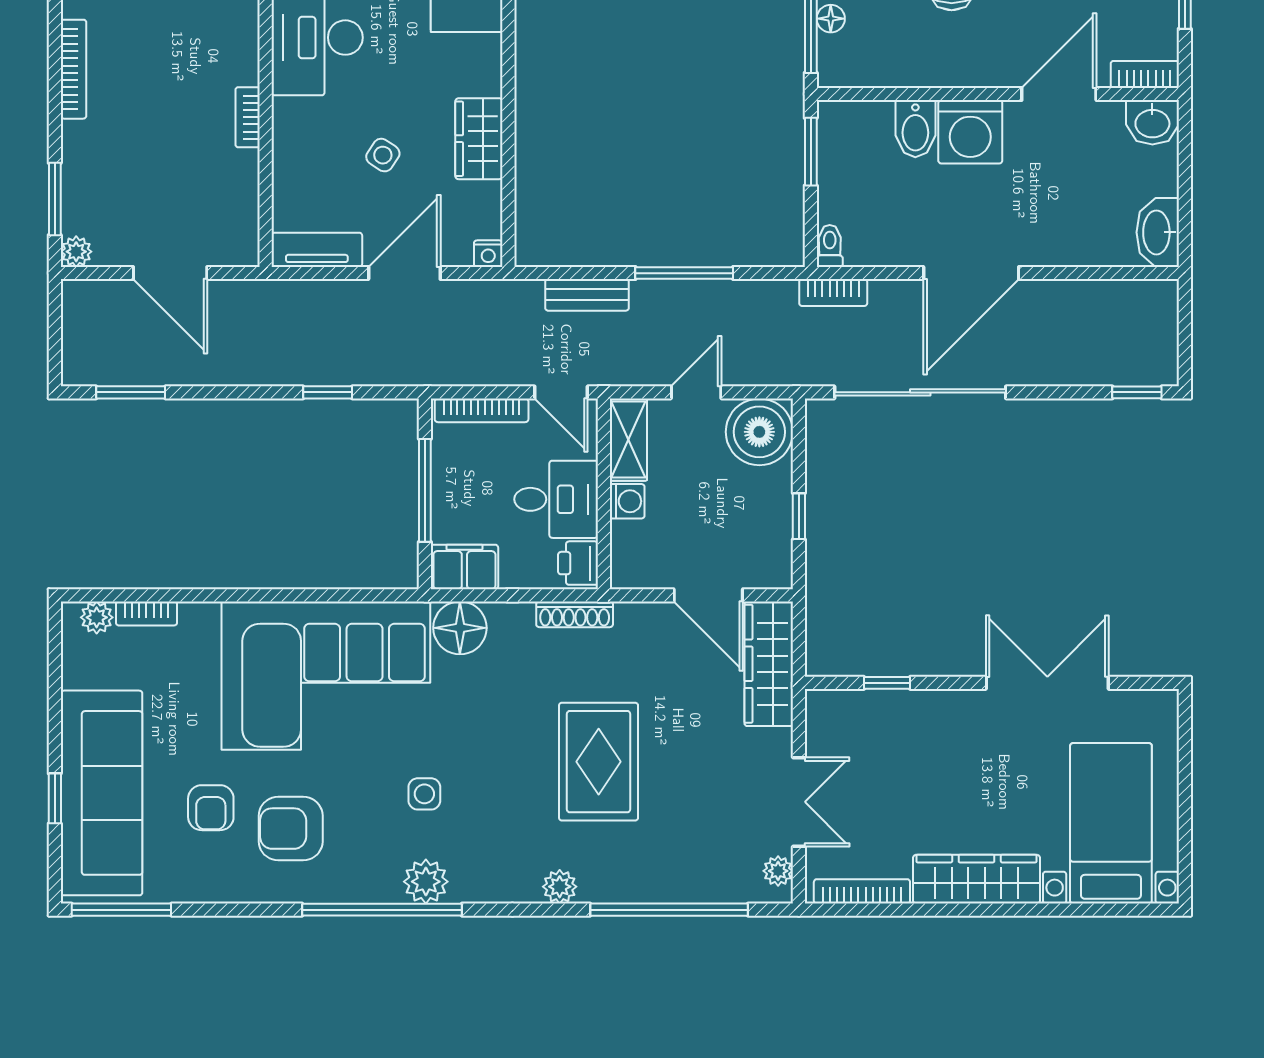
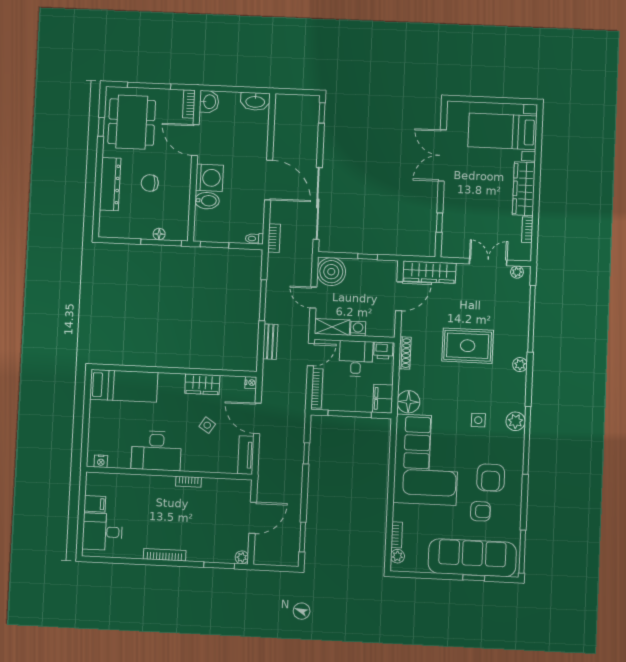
bookcase: (862, 891) -> (527, 230), width x0.64

